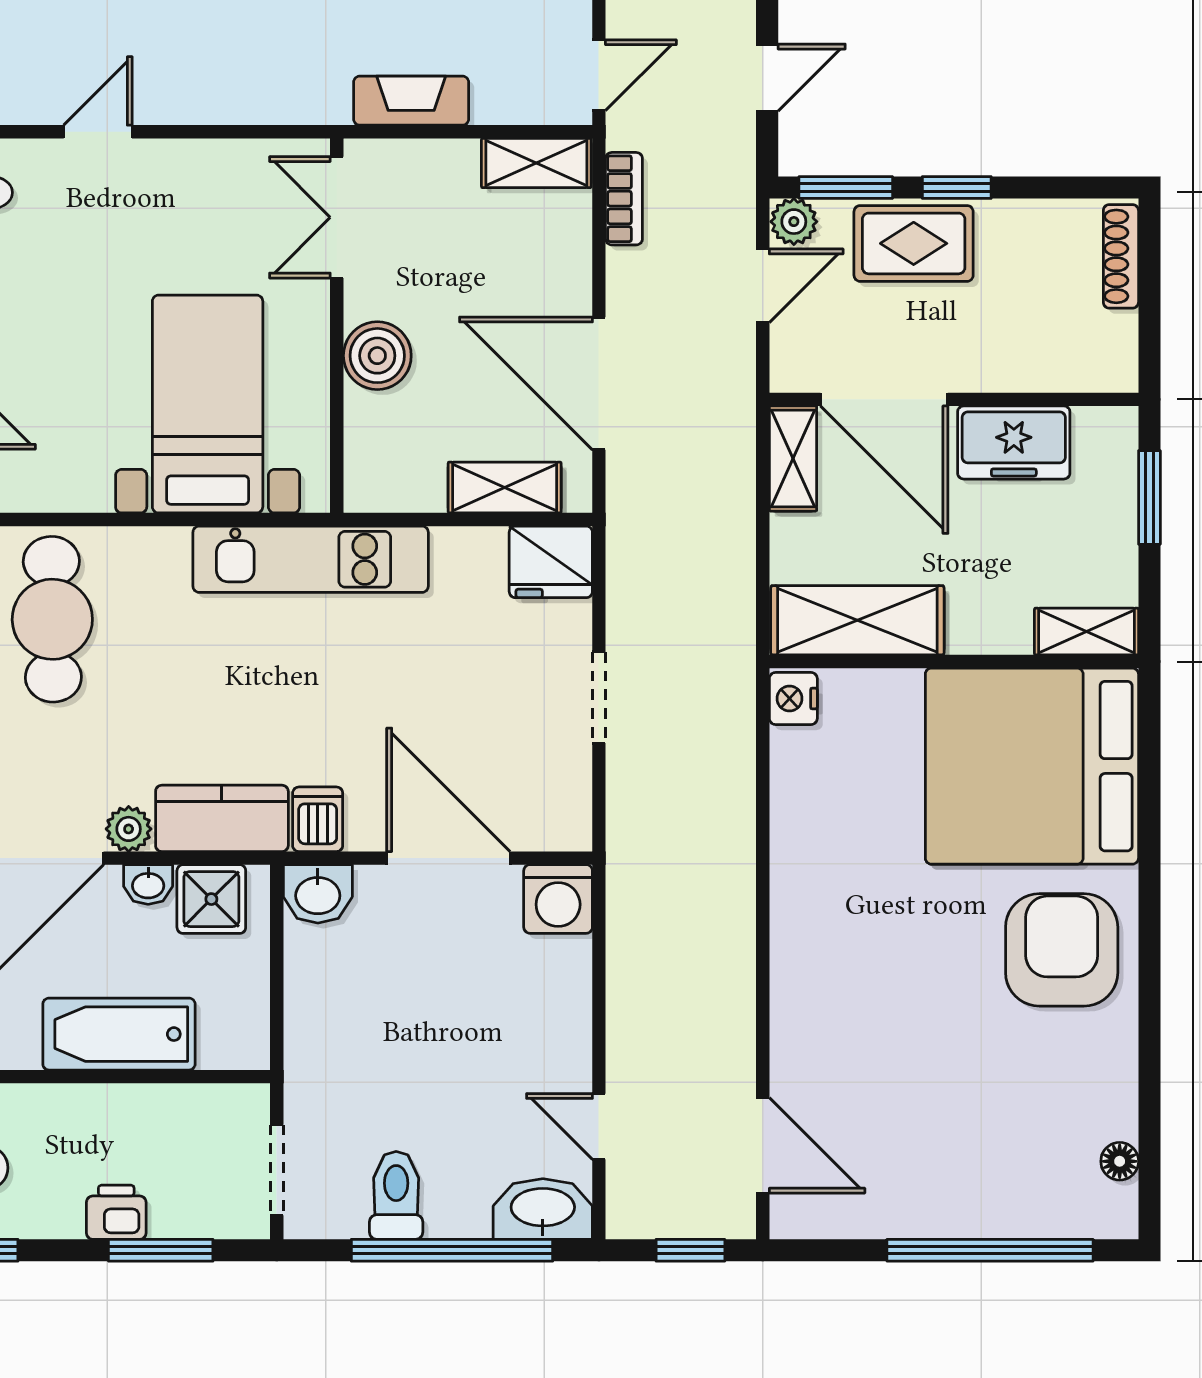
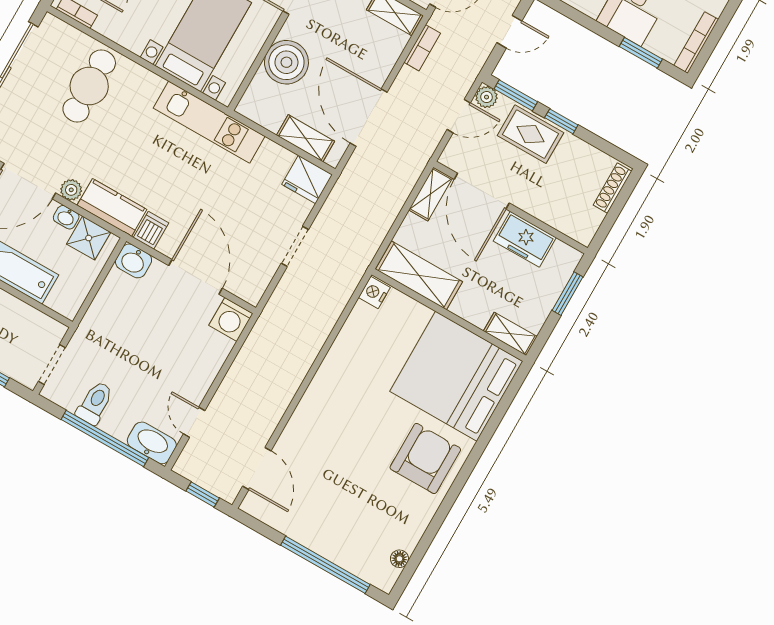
boiler: (377, 356) -> (286, 62), width x1.37, depth x1.37

